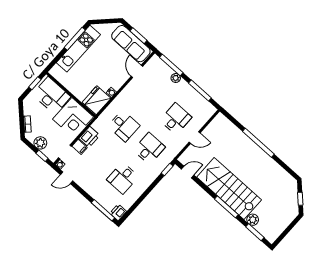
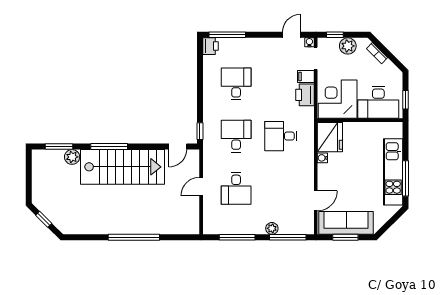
door: (137, 71) -> (316, 201), hinge flipped
desk: (149, 148) -> (236, 136), turned 180

